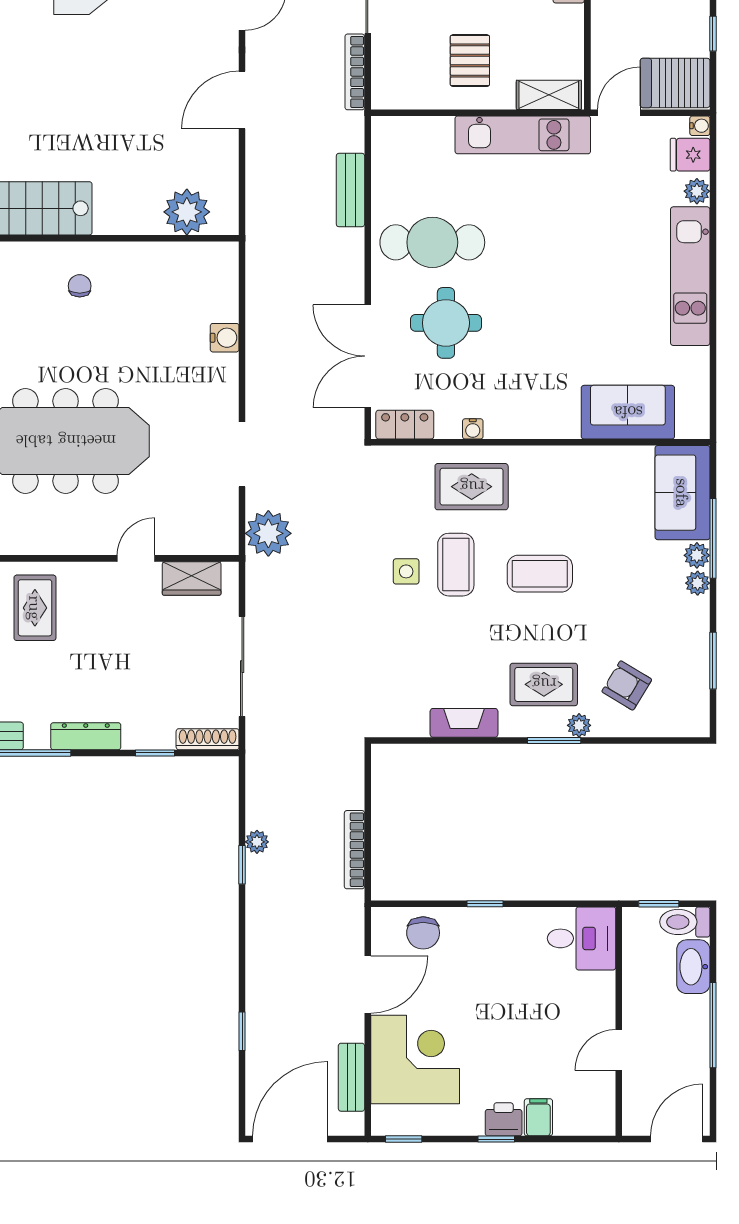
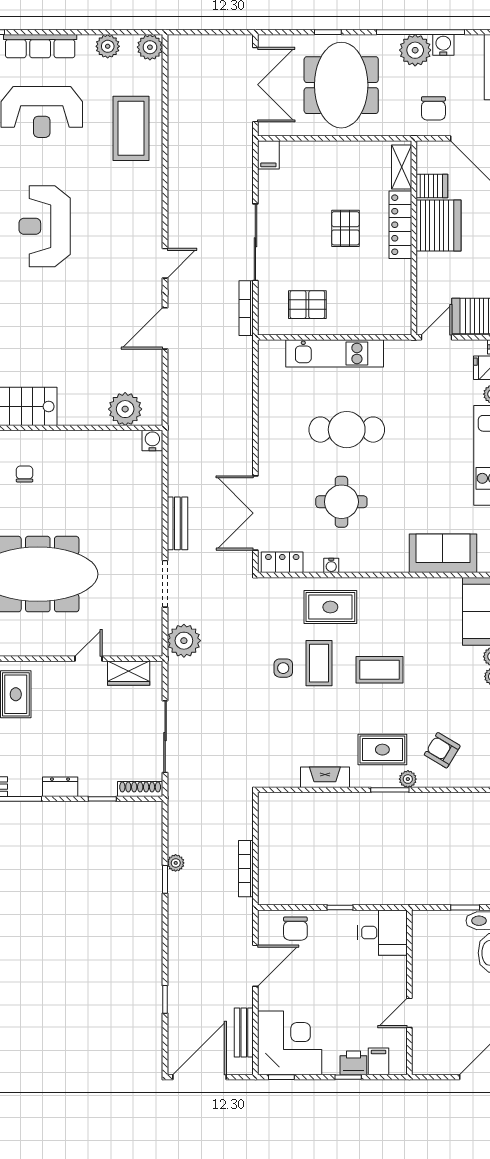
pallet: (470, 61) -> (307, 305), moved, turned 90
shelving: (549, 95) -> (386, 325), removed
kitchen unit: (523, 135) -> (335, 353), moved
bench: (350, 190) -> (177, 523), moved
cafe table: (432, 242) -> (347, 430), moved
chair: (80, 286) -> (25, 474), moved
round table: (446, 323) -> (341, 502), moved
water cooler: (225, 338) -> (152, 441), moved, turned -90
dresser: (86, 736) -> (60, 787), width x0.70
desk: (582, 938) -> (382, 933), moved
wall: (619, 1021) -> (409, 992), moved
door: (619, 1050) -> (409, 1013), moved
corner desk: (415, 1059) -> (290, 1043), moved

